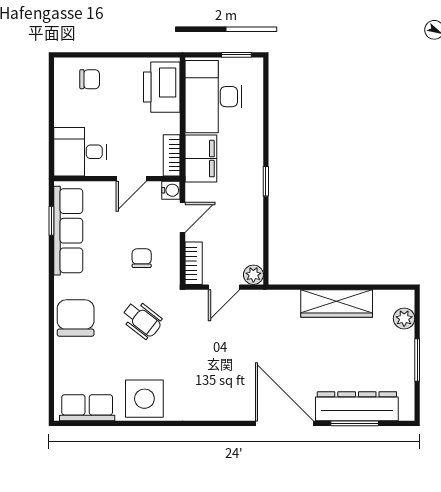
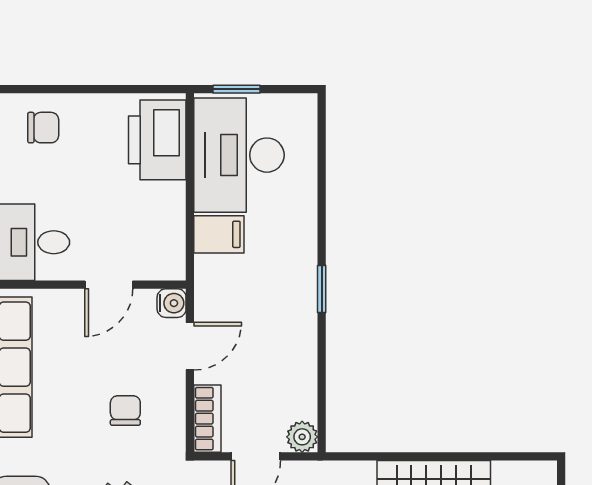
window: (236, 55) -> (236, 89), moved
bookcase: (172, 155) -> (173, 248), removed
filing cabinet: (201, 159) -> (219, 234), width x0.50

